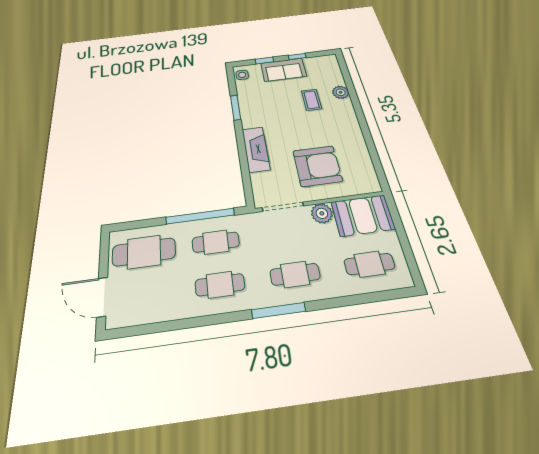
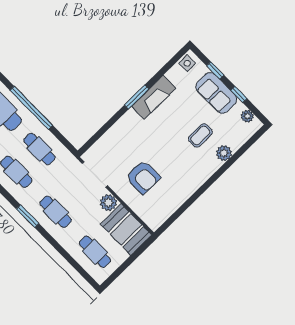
plant: (320, 61) -> (247, 116), added
window: (236, 108) -> (137, 97), moved
fireplace: (256, 149) -> (154, 97), moved
armchair: (317, 166) -> (143, 177), width x0.73, depth x0.73
window: (200, 216) -> (31, 108), moved
window: (279, 310) -> (28, 216), width x0.69

